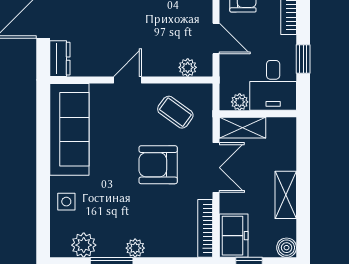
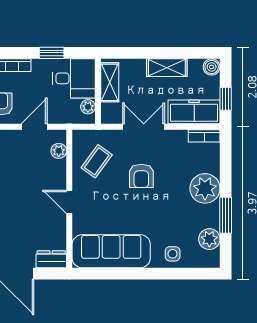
shelving: (243, 128) -> (110, 82), moved
armchair: (158, 165) -> (141, 176), width x0.72, depth x0.72
bookcase: (205, 228) -> (204, 136), width x0.64
freezer: (234, 236) -> (194, 112), width x1.40
plant: (135, 248) -> (205, 188), width x1.87, depth x1.87

